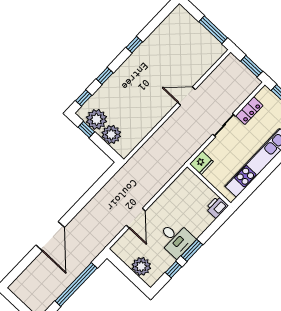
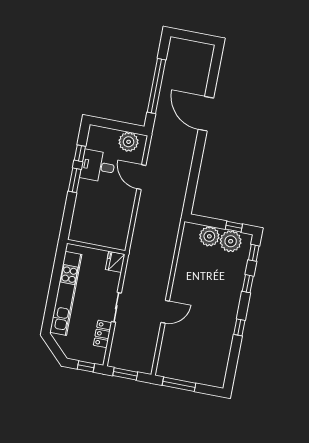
printer: (217, 207) -> (77, 232), removed
desk: (176, 239) -> (98, 166), moved
plant: (141, 266) -> (129, 142), moved

